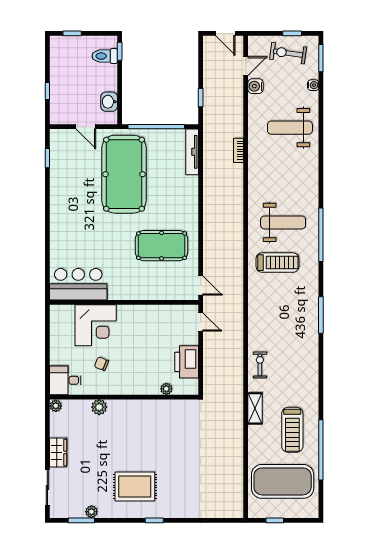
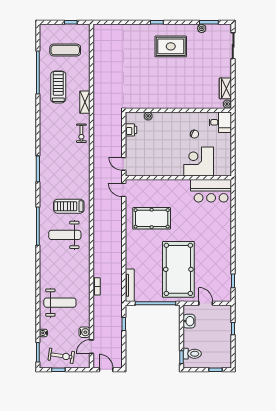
printer: (187, 362) -> (131, 130), width x0.53, depth x0.68
plant: (99, 407) -> (196, 103), removed
wardrobe: (58, 452) -> (225, 88), moved
exercise mat: (283, 481) -> (65, 50), width x0.50, depth x0.69

